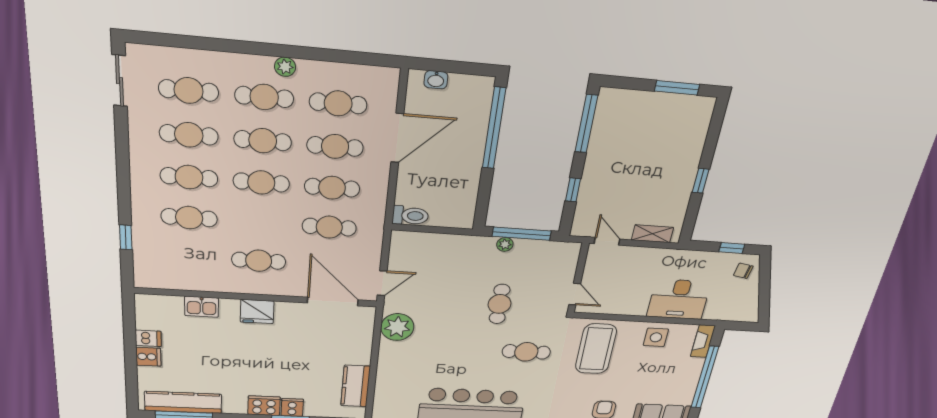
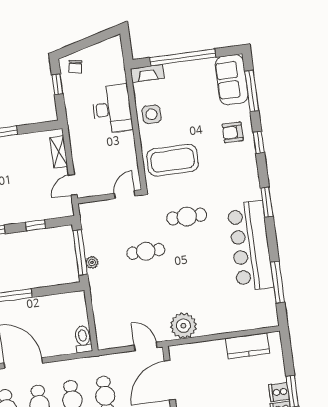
cafe table: (526, 352) -> (187, 217), turned 90

